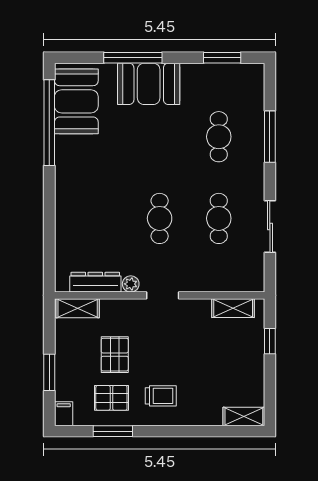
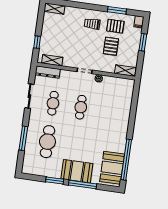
window: (222, 58) -> (55, 180), moved
cafe table: (219, 137) -> (47, 142), width x1.37, depth x1.35
dresser: (95, 282) -> (48, 72), moved

